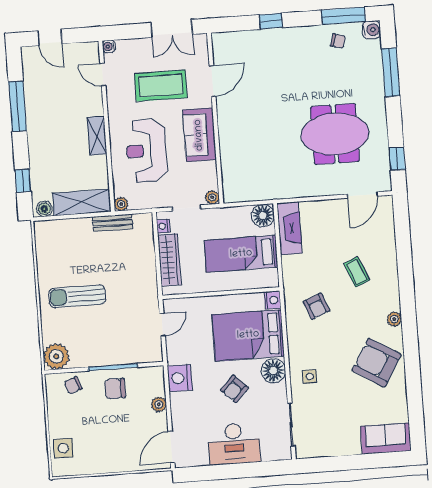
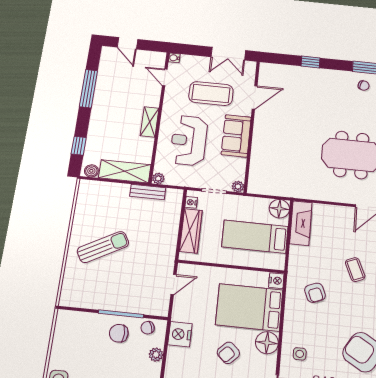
sun lounger: (77, 296) -> (103, 247), turned 151
plant: (56, 356) -> (72, 295), removed
chair: (73, 385) -> (148, 328), moved

